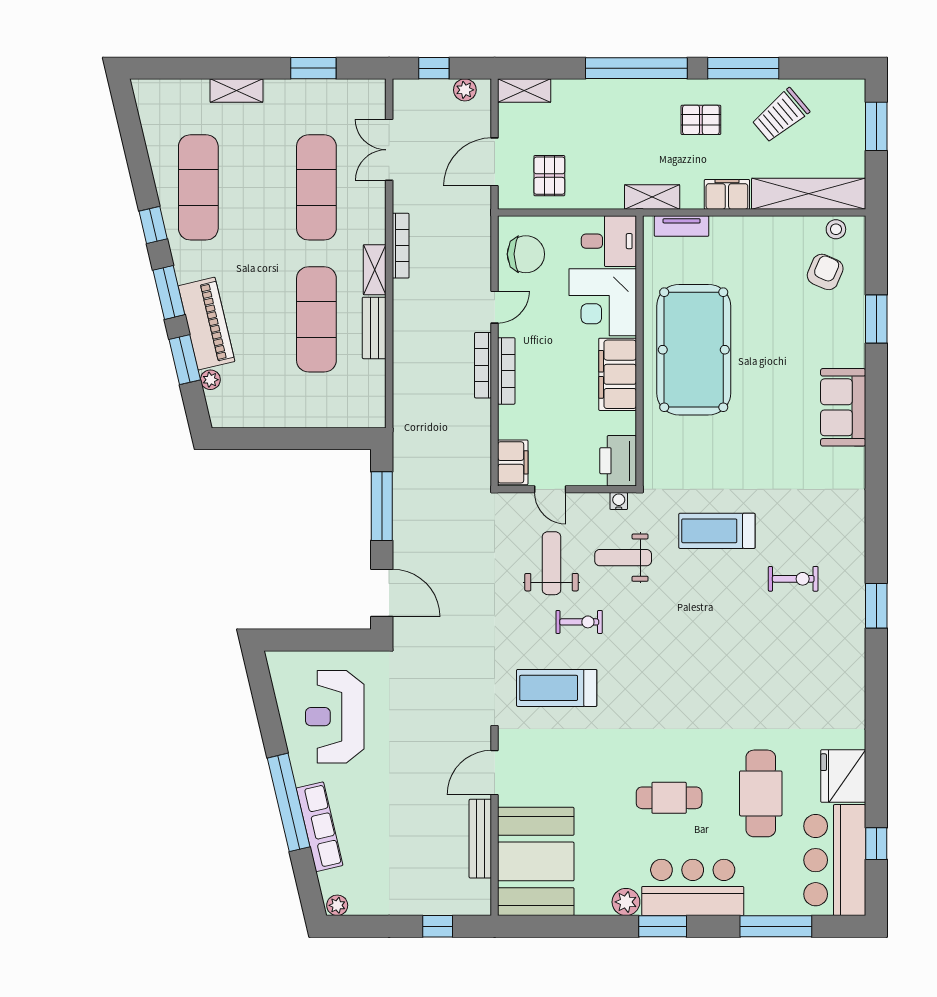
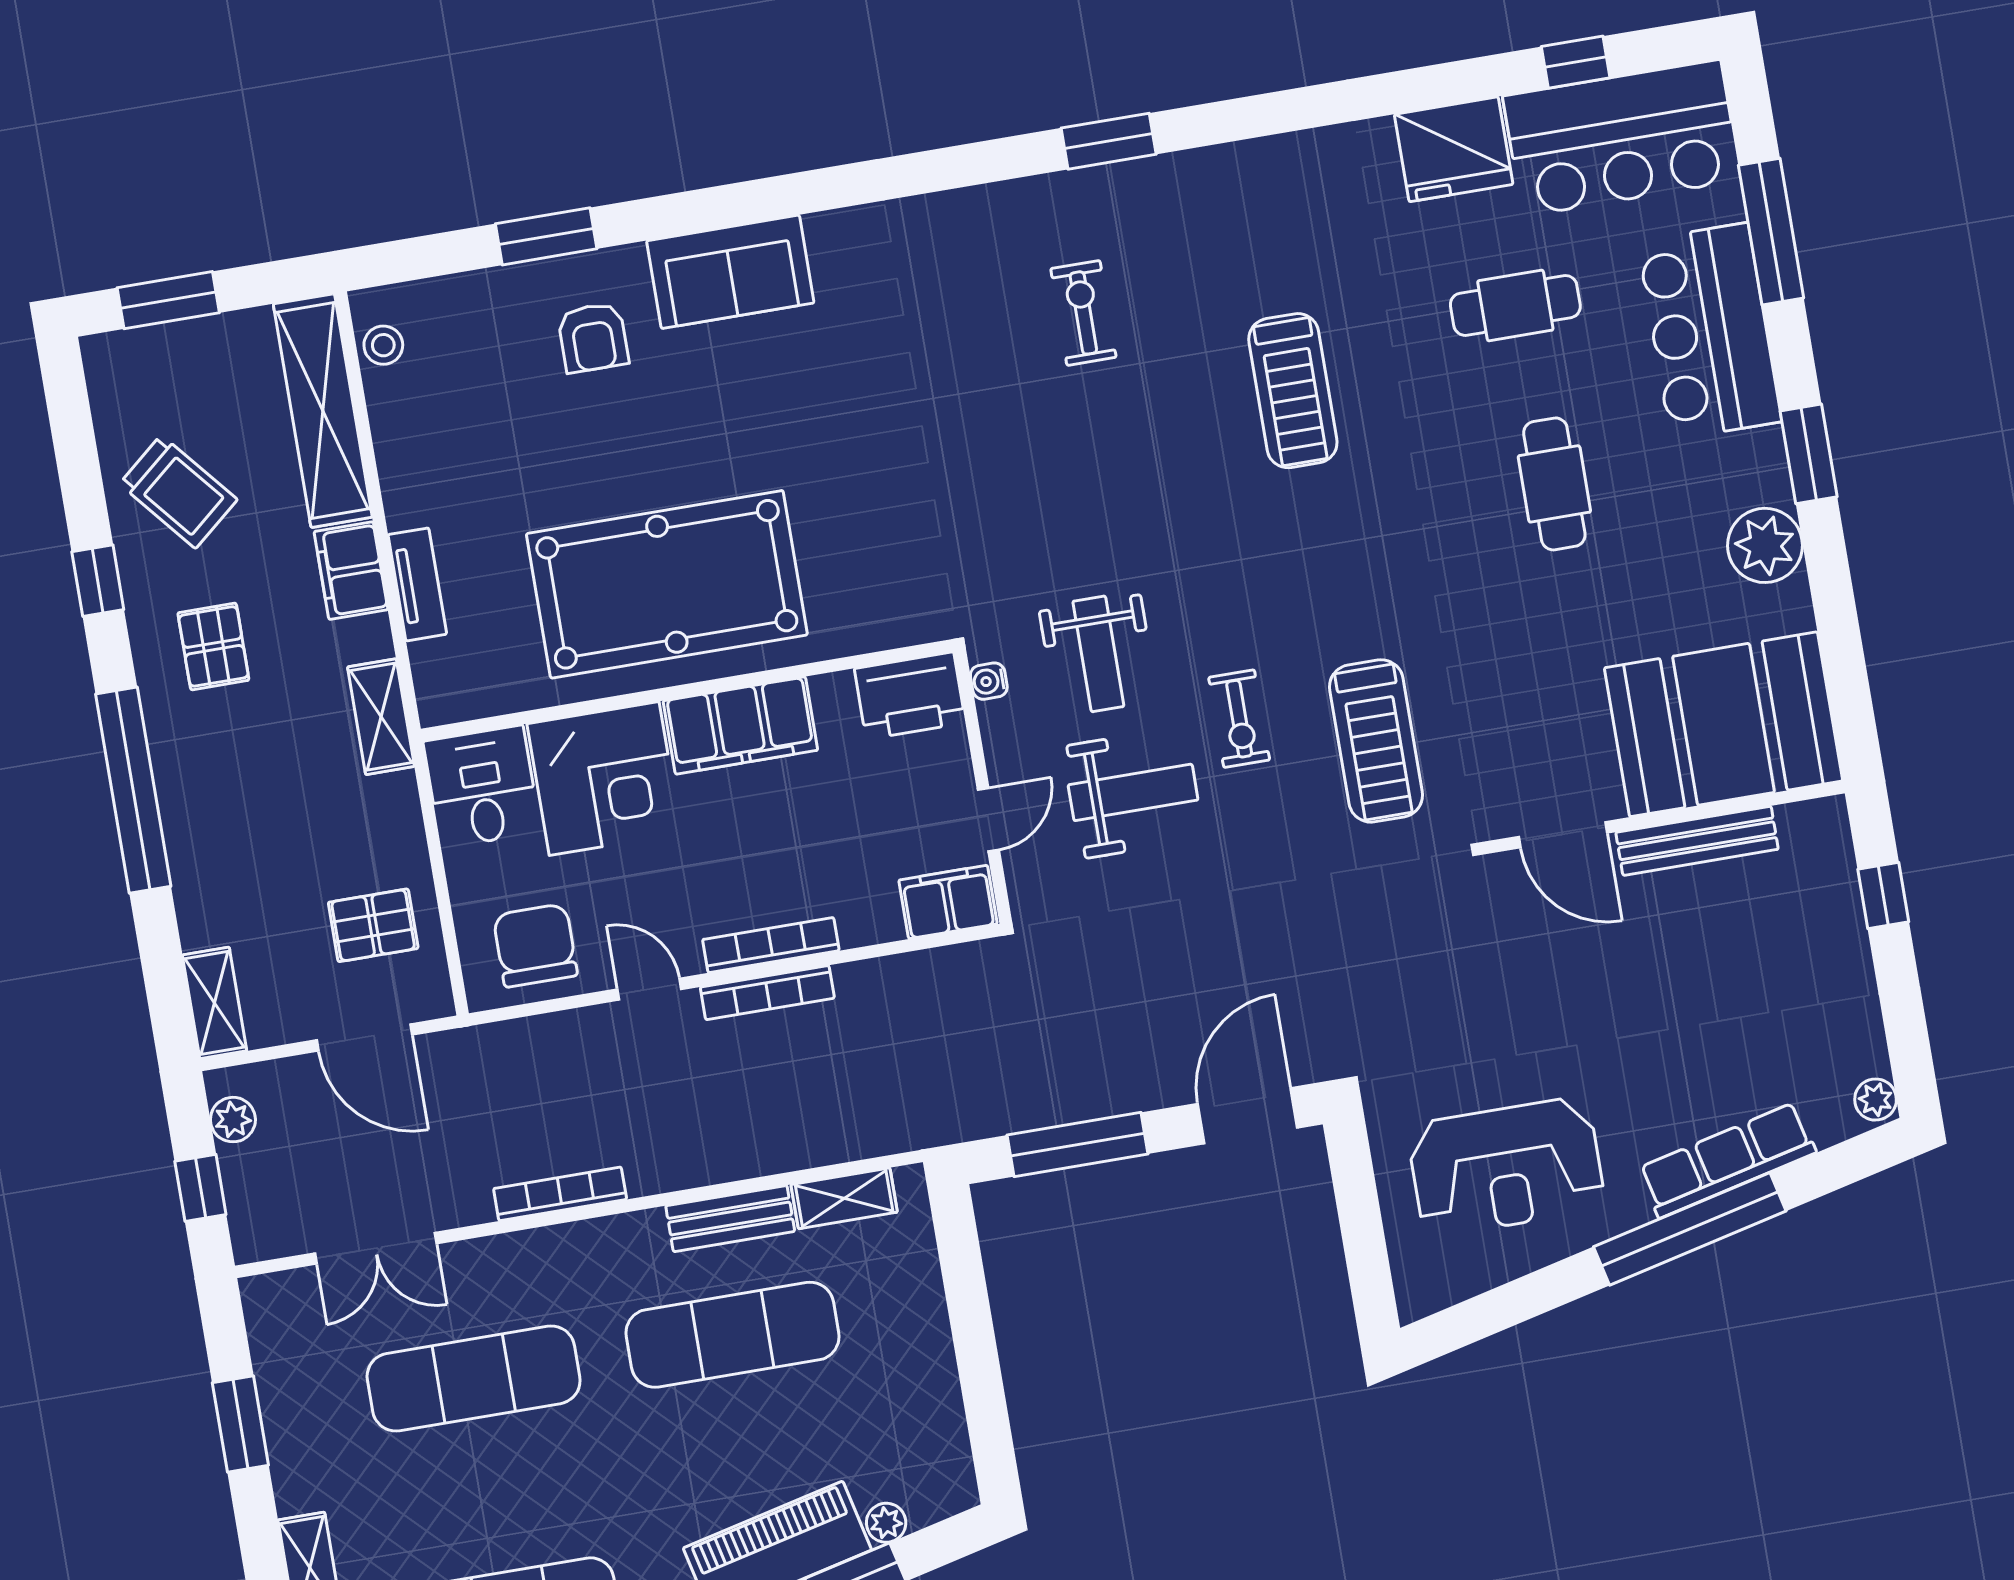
window: (743, 68) -> (98, 581), width x0.46
tv unit: (682, 226) -> (417, 584), moved
shelving: (375, 270) -> (844, 1198), moved
armchair: (825, 272) -> (593, 338), moved, turned -113
treadmill: (717, 531) -> (1293, 391), moved
weight bench: (552, 563) -> (1133, 792), turned 180
exercise bike: (579, 622) -> (1239, 719), turned 180
cafe table: (761, 793) -> (1515, 305), width x0.73, depth x0.74
bar counter: (693, 887) -> (1710, 331), moved
plant: (626, 902) -> (1765, 545), width x1.36, depth x1.36

